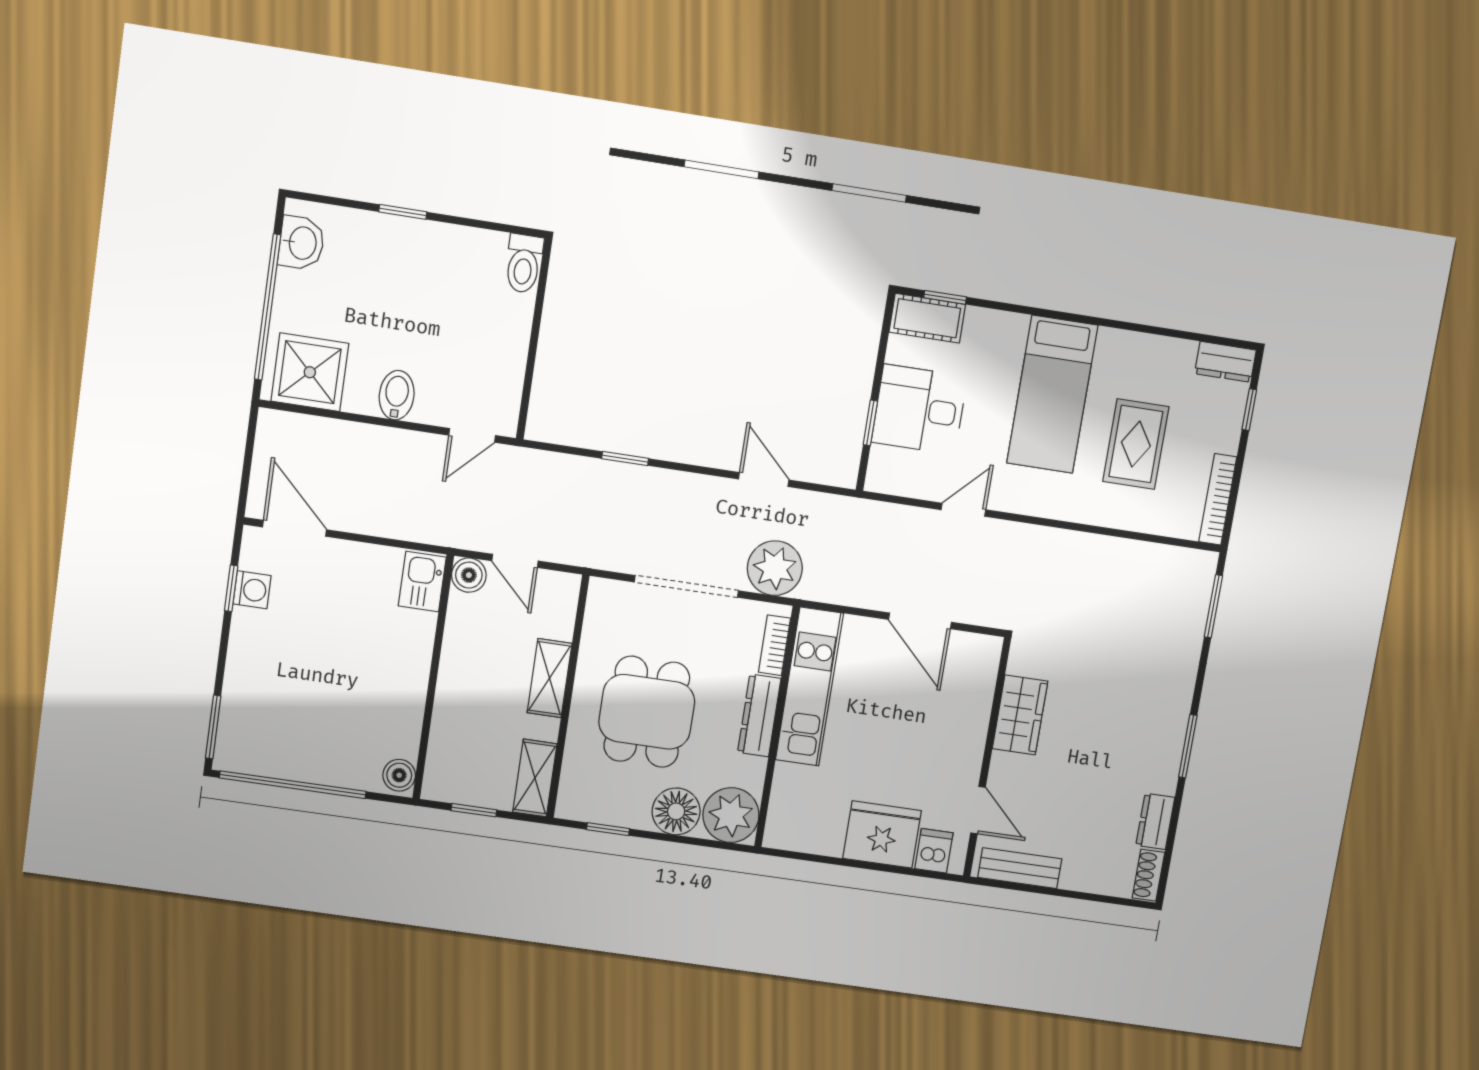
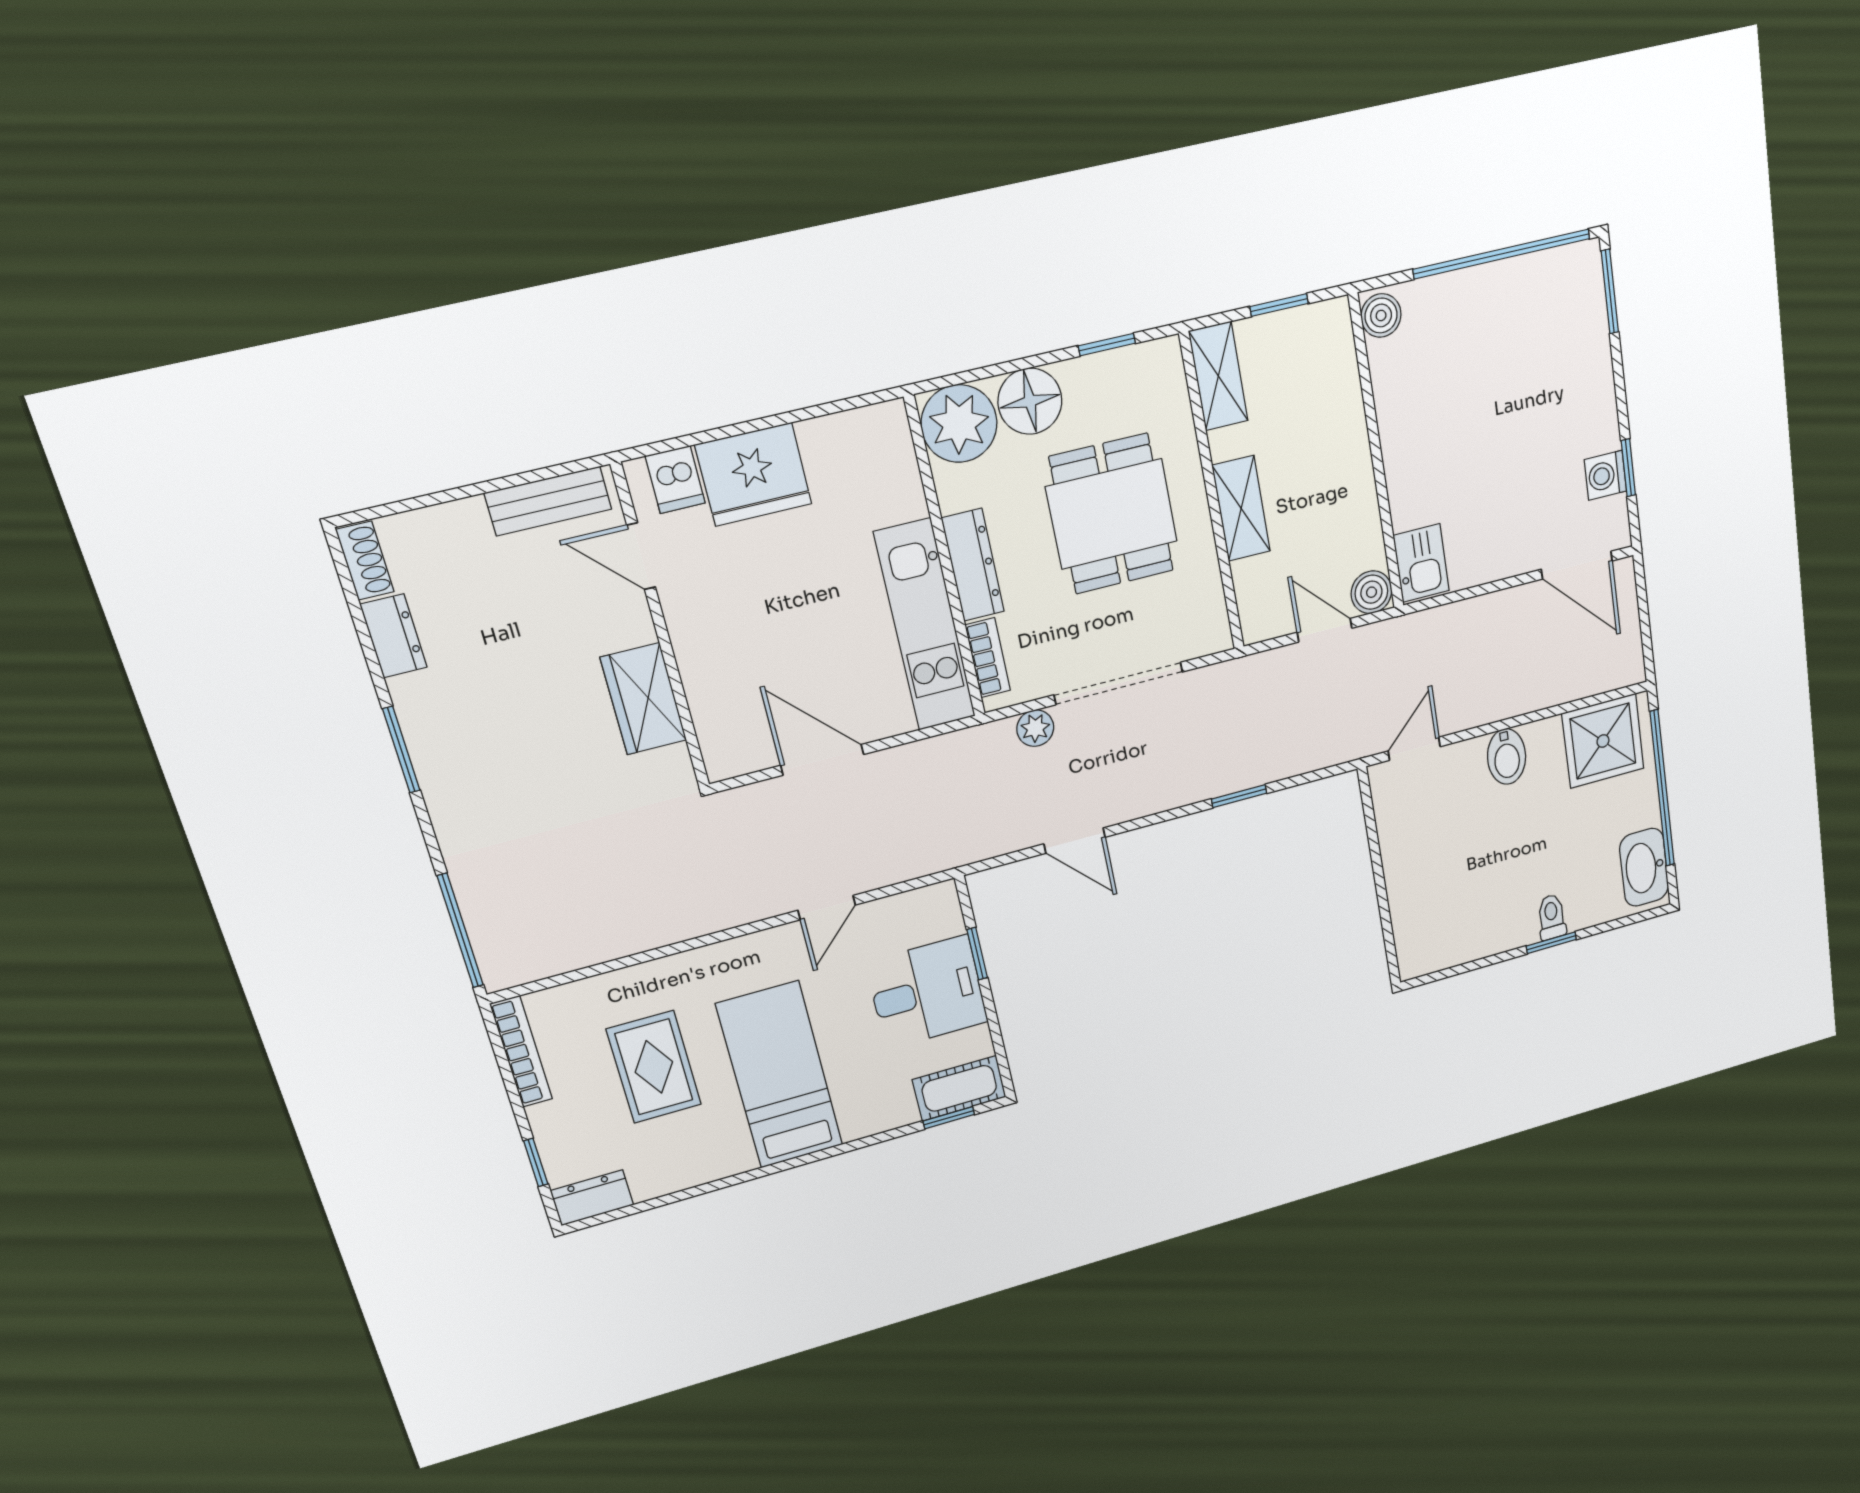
washbasin: (301, 243) -> (1644, 867), width x1.38
toilet: (524, 264) -> (1552, 917), moved, width x0.73, depth x0.72
plant: (775, 568) -> (1035, 728), width x0.53, depth x0.53
window: (1213, 606) -> (460, 931), width x1.44

